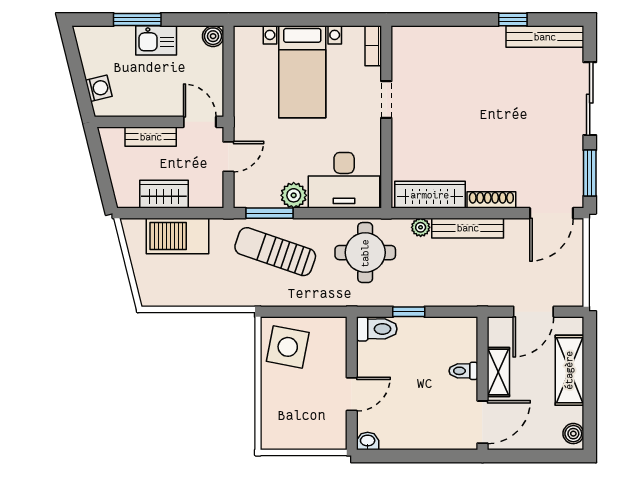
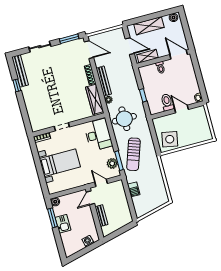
window: (137, 20) -> (53, 218), moved
sliding door: (590, 99) -> (40, 47), width x0.73
wardrobe: (164, 194) -> (123, 204), removed
plant: (294, 195) -> (112, 163), moved
barbecue: (177, 236) -> (134, 189), width x0.53, depth x0.65
toilet: (377, 329) -> (167, 102), moved
shelving: (498, 372) -> (148, 56), moved

